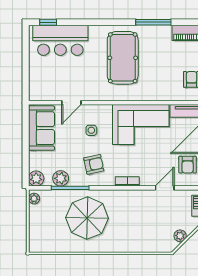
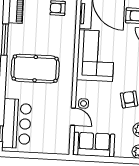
side table: (91, 130) -> (84, 103), moved

